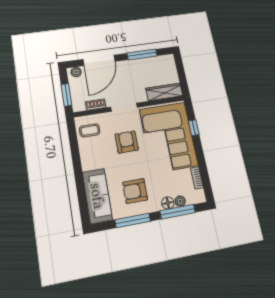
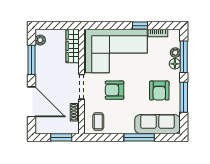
plant: (76, 72) -> (40, 40), moved
window: (194, 128) -> (140, 26), moved
window: (79, 178) -> (139, 137), added

